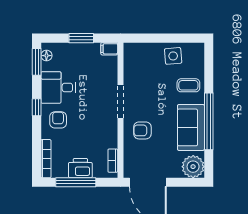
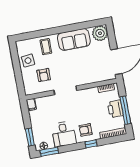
window: (81, 38) -> (30, 137), moved
window: (37, 107) -> (91, 144), moved
window: (209, 121) -> (68, 28), removed
armchair: (142, 130) -> (44, 75), moved

